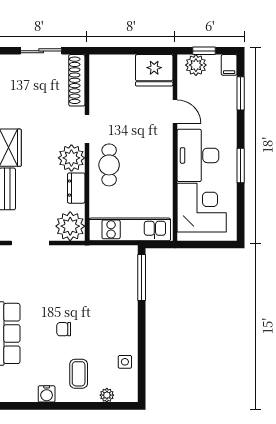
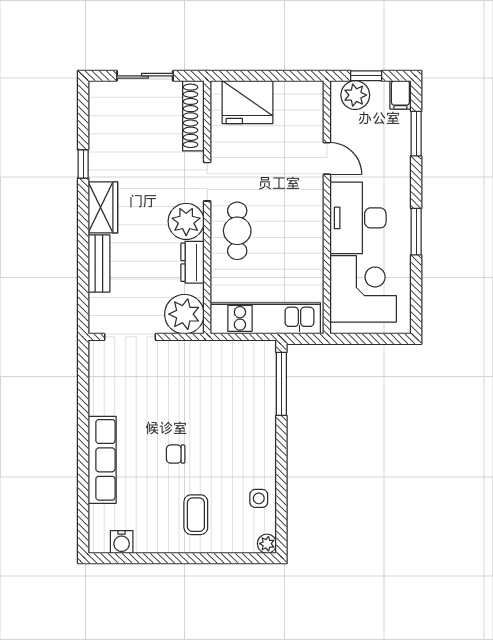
fridge: (154, 70) -> (247, 102), moved
water cooler: (47, 394) -> (122, 542), moved
plant: (107, 395) -> (267, 544), moved

